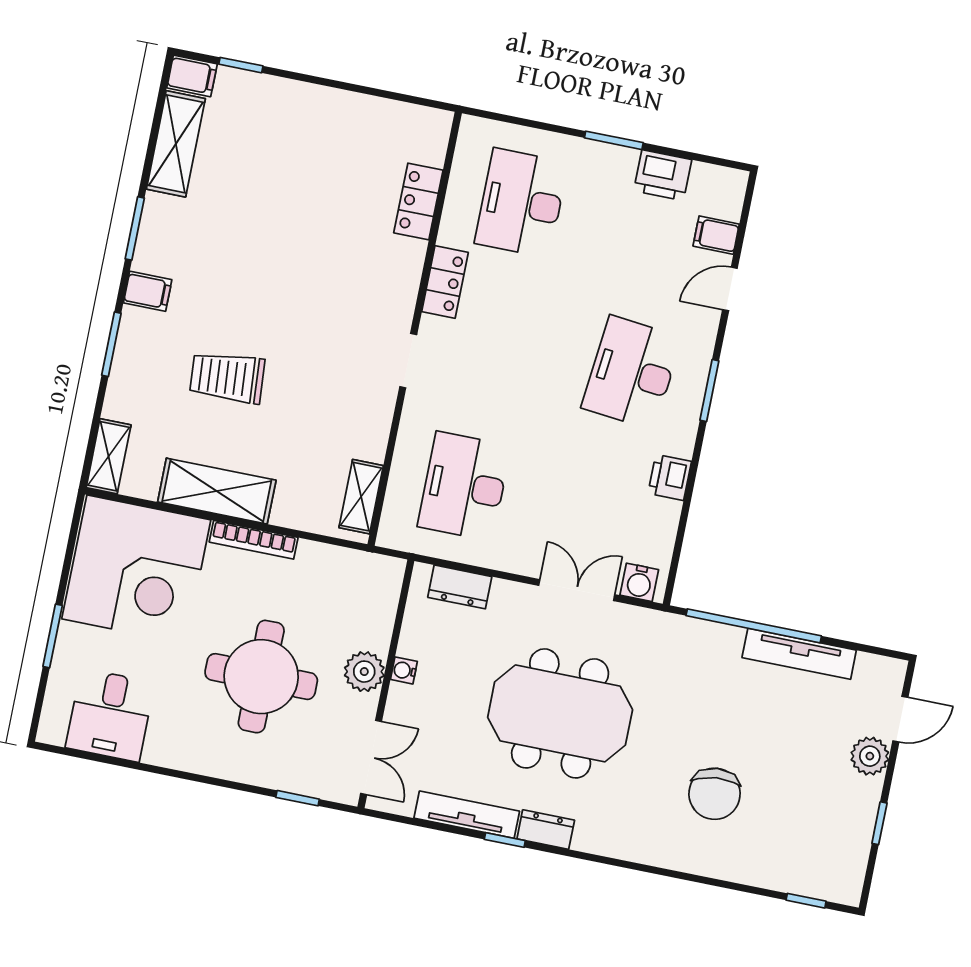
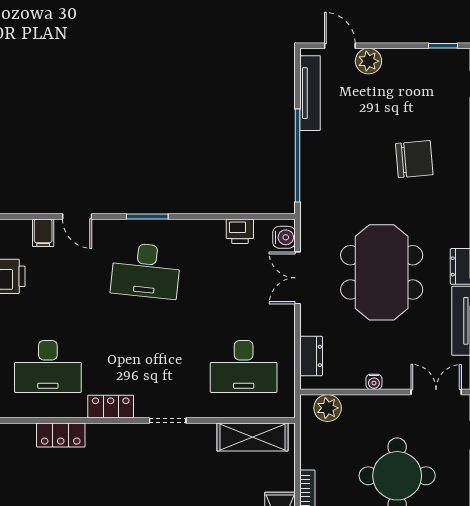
printer: (670, 477) -> (240, 231), moved
shelving: (361, 497) -> (253, 437), width x1.50, depth x1.33
tv unit: (799, 654) -> (310, 93), moved
plant: (364, 672) -> (328, 408), moved
window: (879, 823) -> (443, 46), moved

